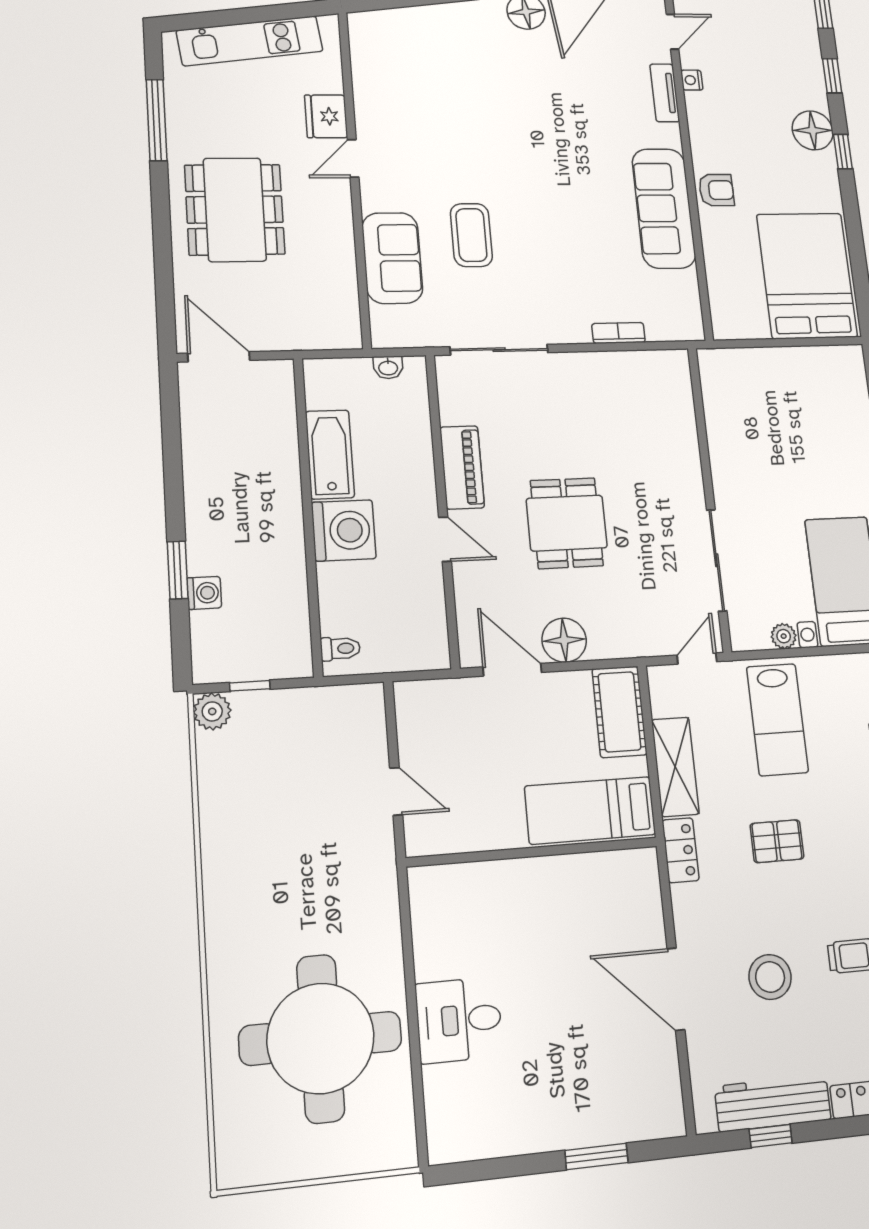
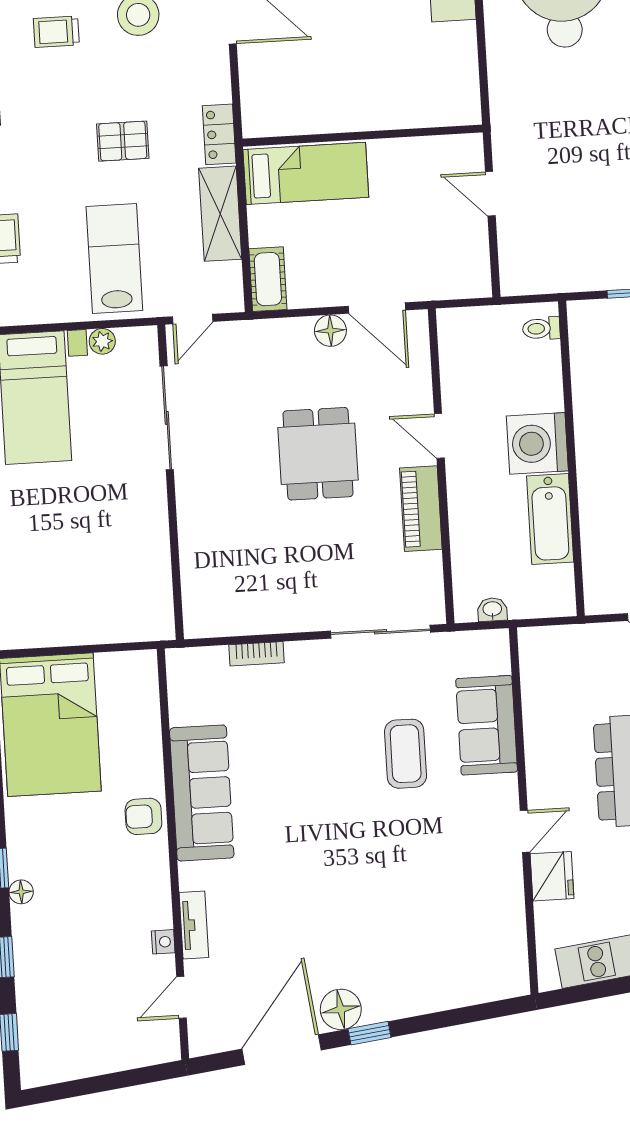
floor lamp: (813, 130) -> (21, 892), width x0.53, depth x0.53
floor lamp: (564, 640) -> (330, 331), width x0.73, depth x0.73
cot: (619, 712) -> (268, 279), width x0.73, depth x0.75

